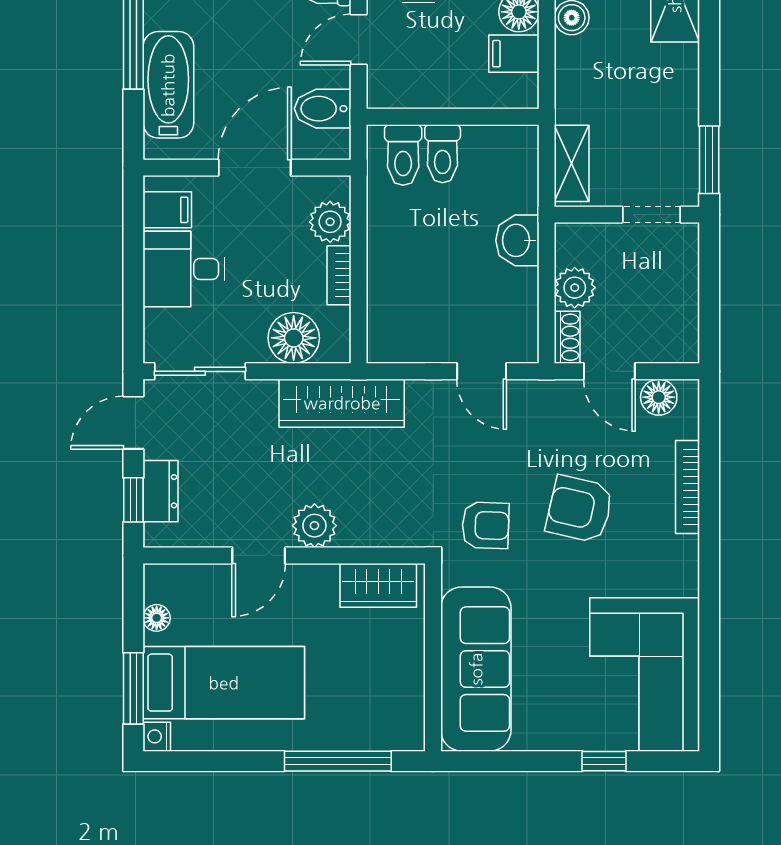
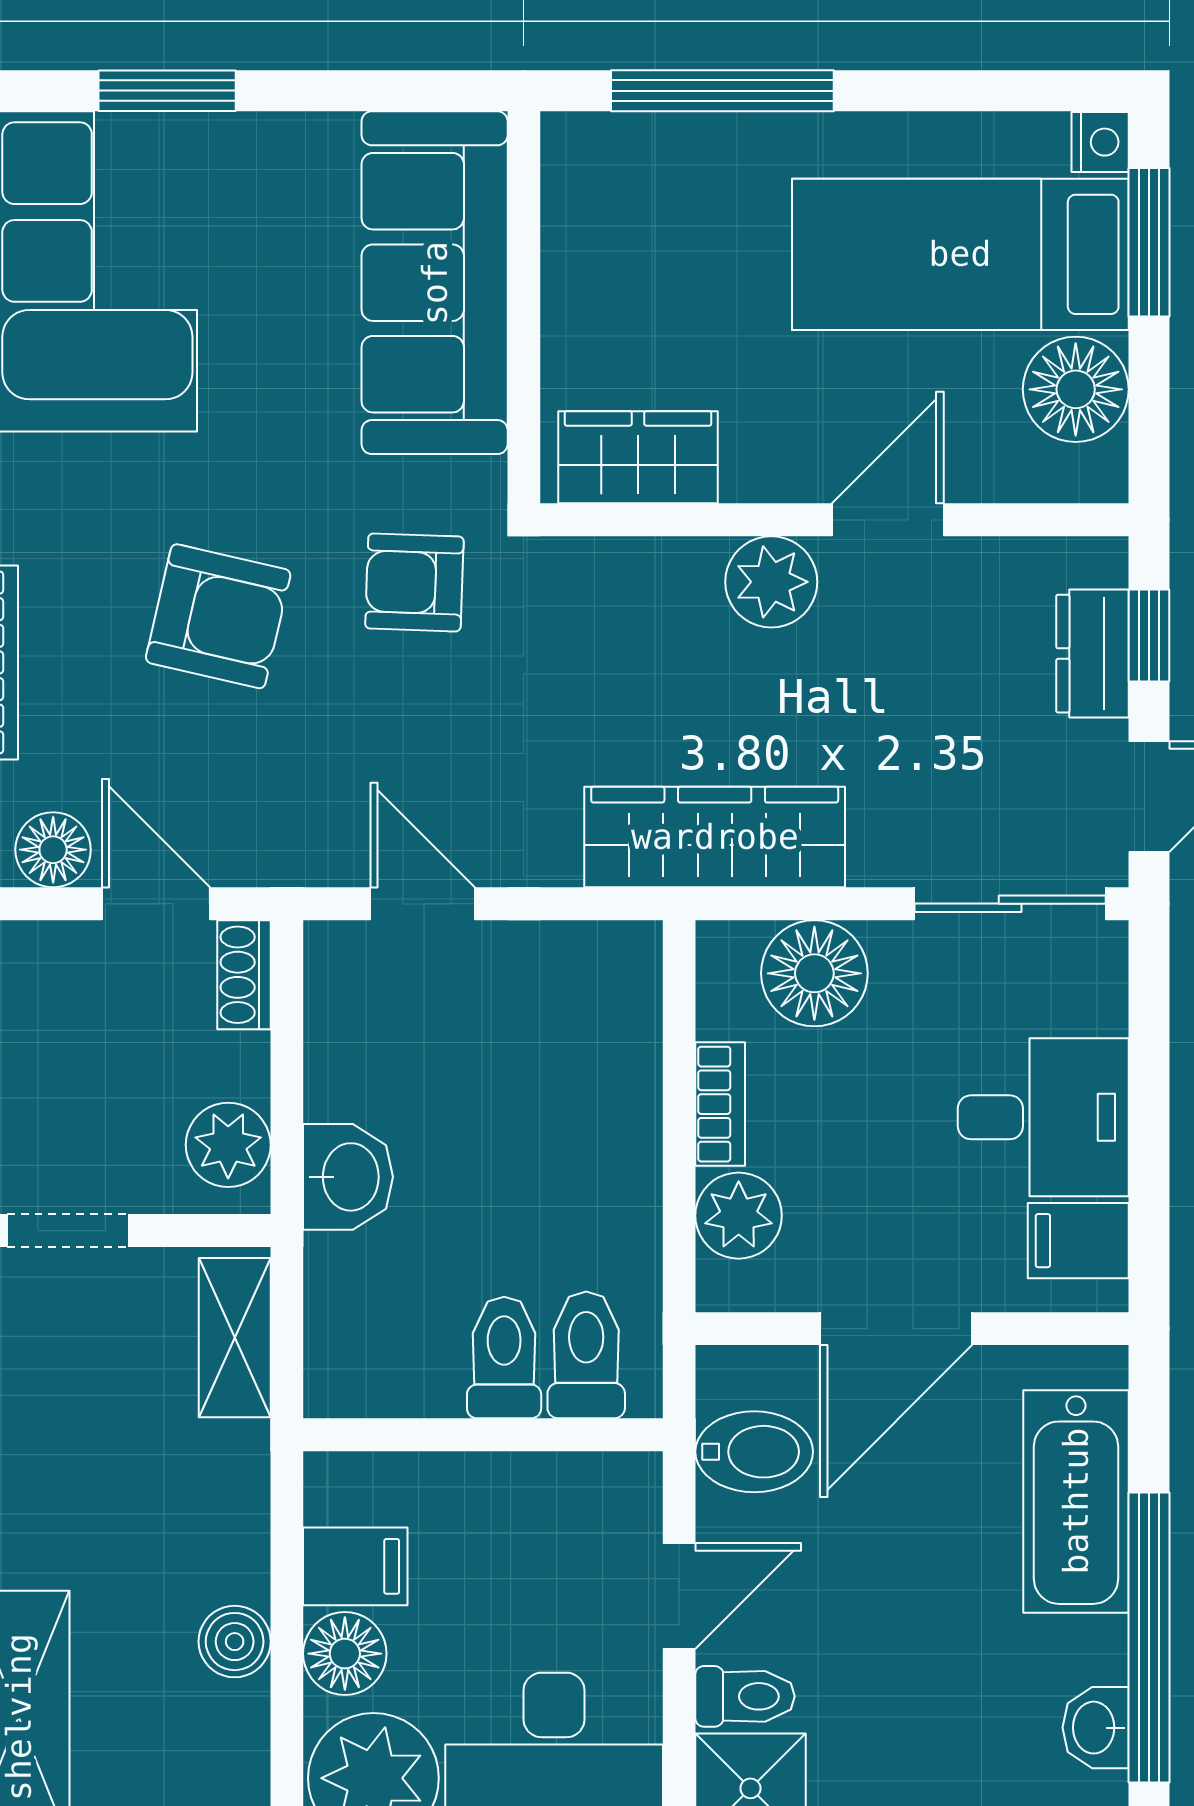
plant: (575, 288) -> (228, 1145), moved
floor lamp: (157, 618) -> (1076, 389), width x1.89, depth x1.89
window: (604, 761) -> (167, 91), width x1.50

